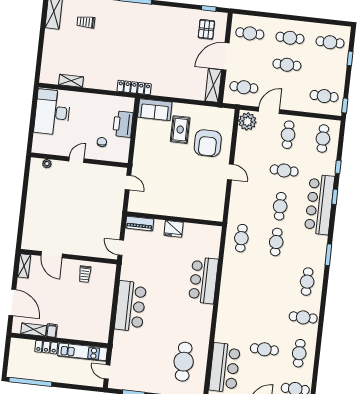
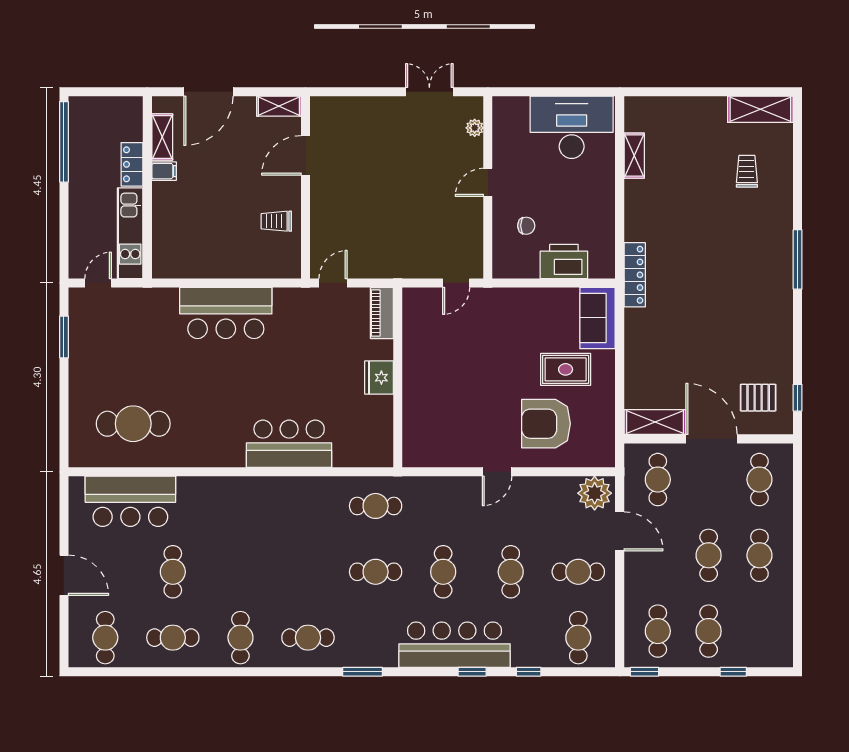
cafe table: (330, 42) -> (709, 631), moved
cafe table: (323, 139) -> (578, 638), turned 90
door: (77, 160) -> (488, 182), swing flipped
double door: (25, 185) -> (429, 92), added
cafe table: (280, 206) -> (443, 572), turned 90

